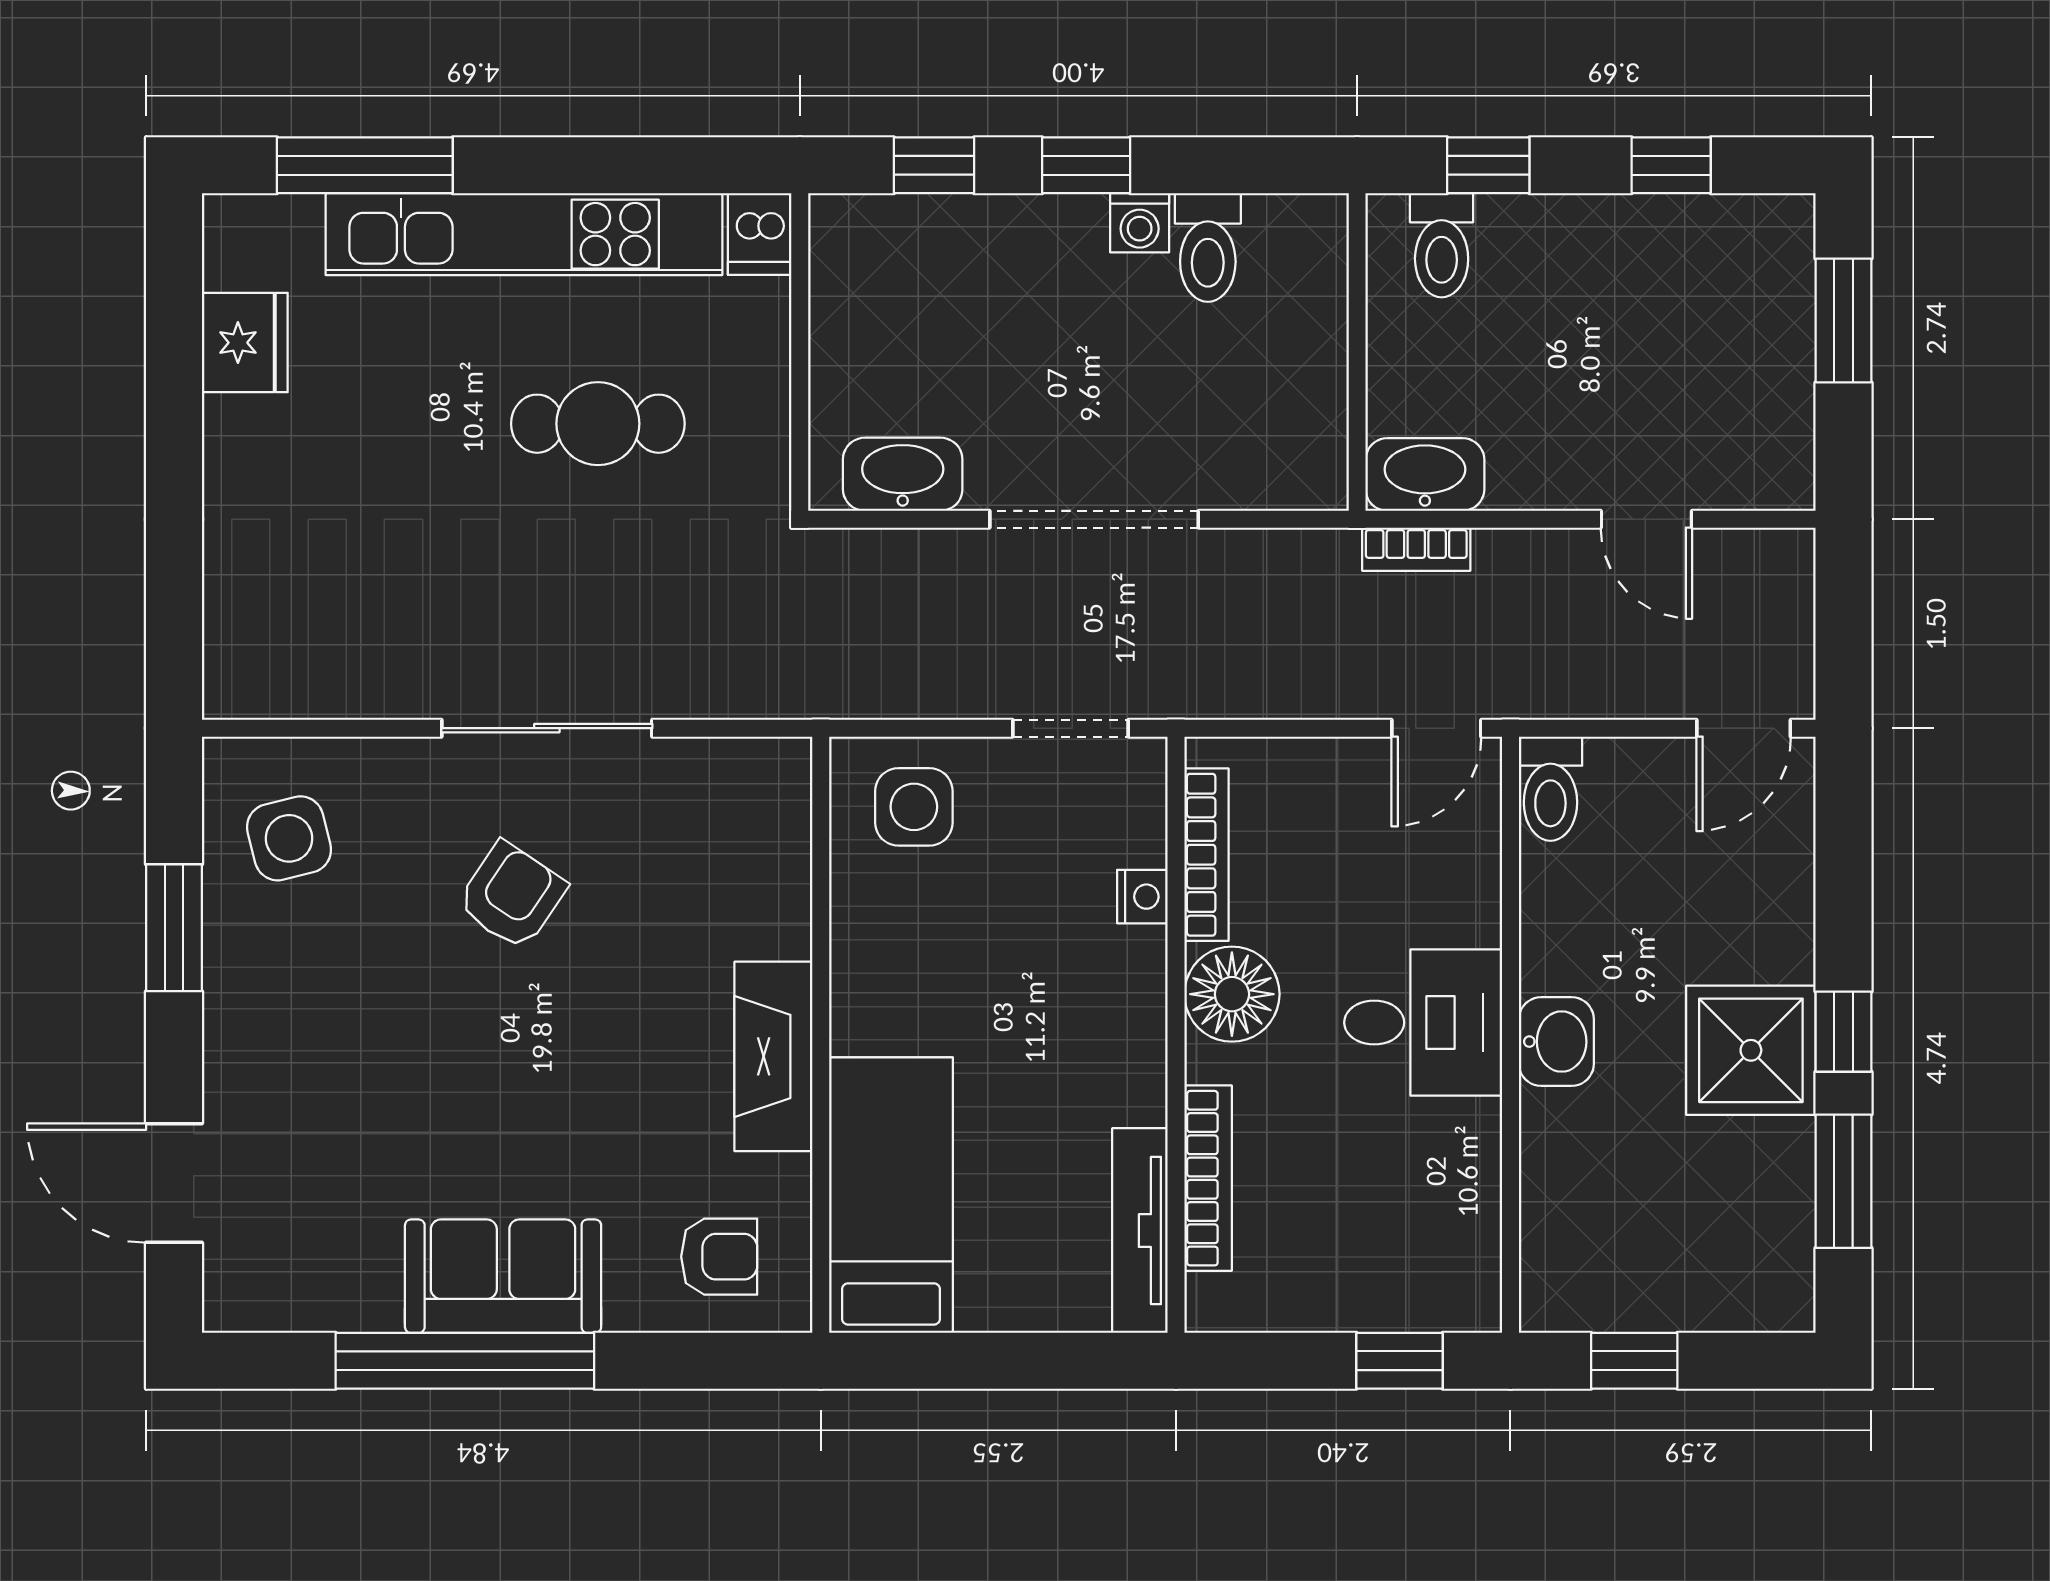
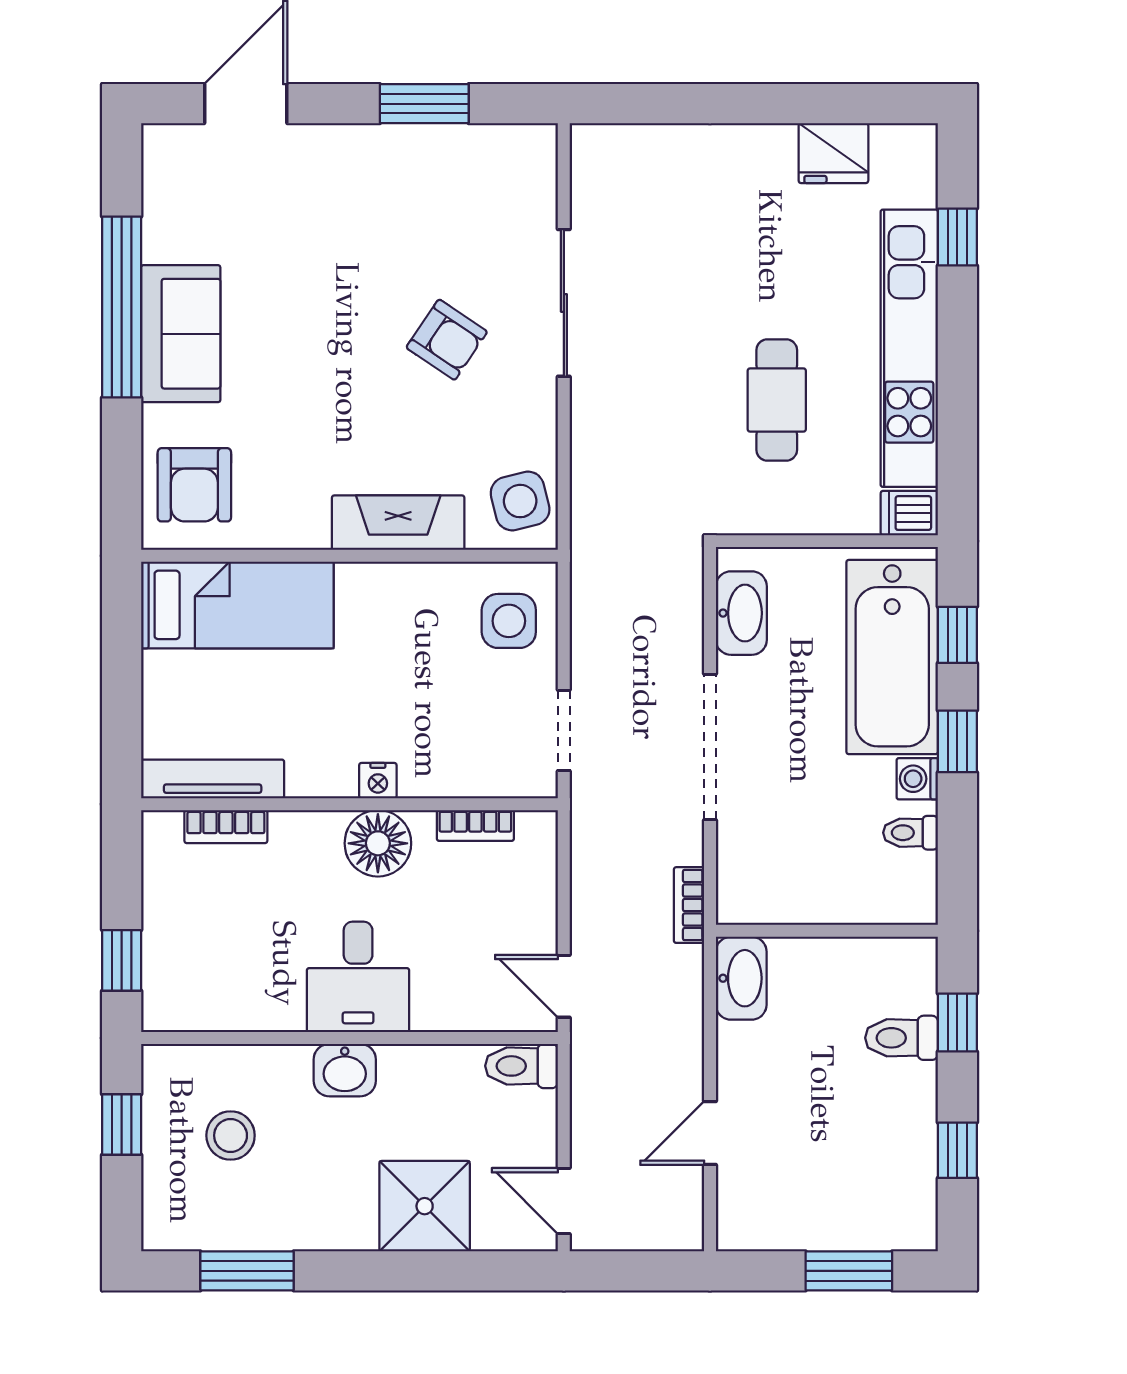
window: (365, 165) -> (957, 237), width x0.46
toilet: (1442, 245) -> (901, 1038), moved
toilet: (1208, 247) -> (911, 833), width x0.73, depth x0.72
bathtub: (966, 259) -> (892, 657), added
bookcase: (1416, 549) -> (689, 905), moved
sliding door: (547, 728) -> (564, 303), moved
side table: (289, 838) -> (520, 501), moved
bookcase: (1206, 855) -> (475, 825), width x0.64
nightstand: (1142, 897) -> (378, 781), moved
window: (1843, 1032) -> (352, 1271), removed
shower: (1751, 1050) -> (425, 1206), moved
fireplace: (773, 1056) -> (398, 523), moved
bookcase: (1208, 1178) -> (226, 827), width x0.64
stool: (1650, 1205) -> (231, 1135), added
armchair: (719, 1257) -> (194, 485), width x1.38, depth x1.38

